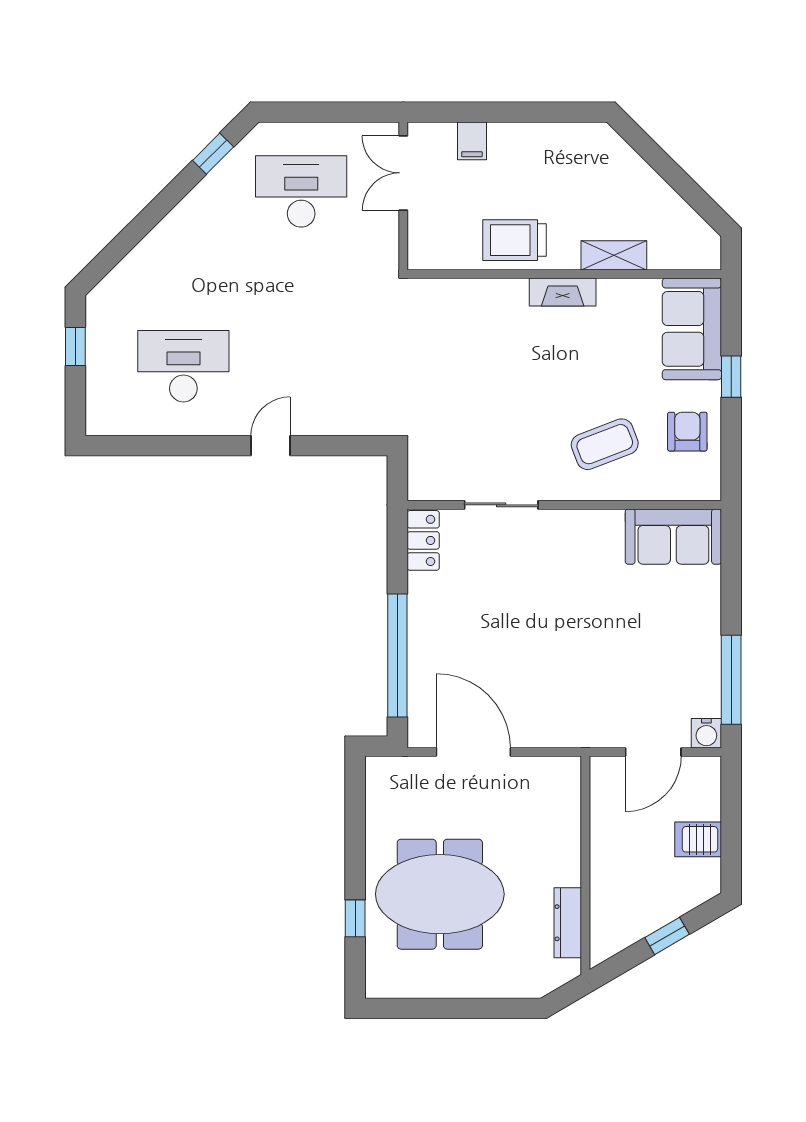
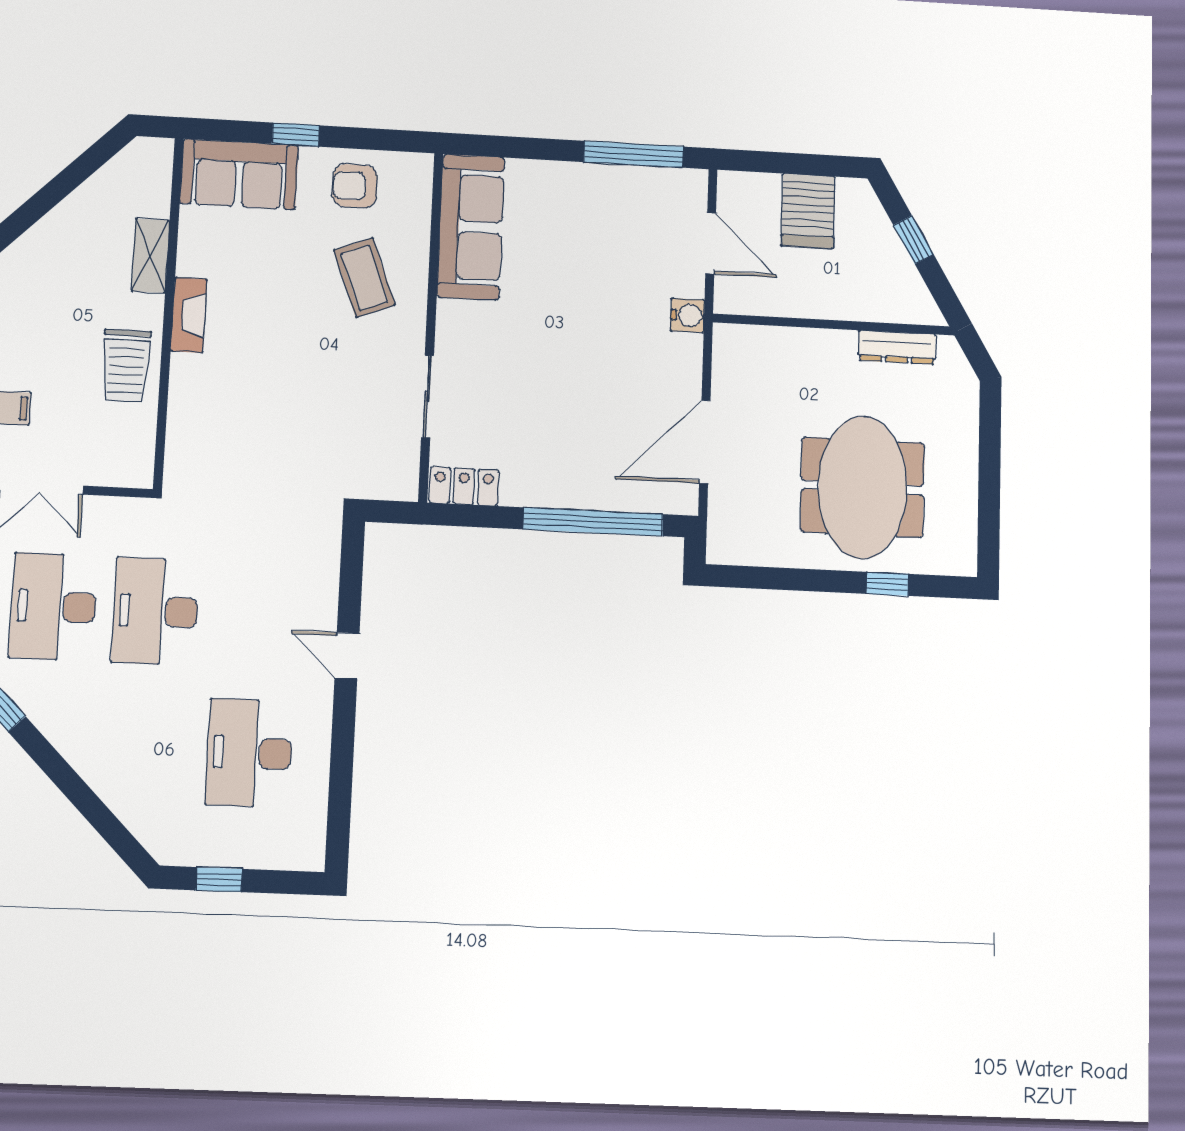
desk: (301, 279) -> (155, 611), added
sofa: (673, 537) -> (471, 227), width x1.36
water cooler: (706, 733) -> (688, 315), moved
server rack: (698, 839) -> (808, 211), width x1.36, depth x1.44

